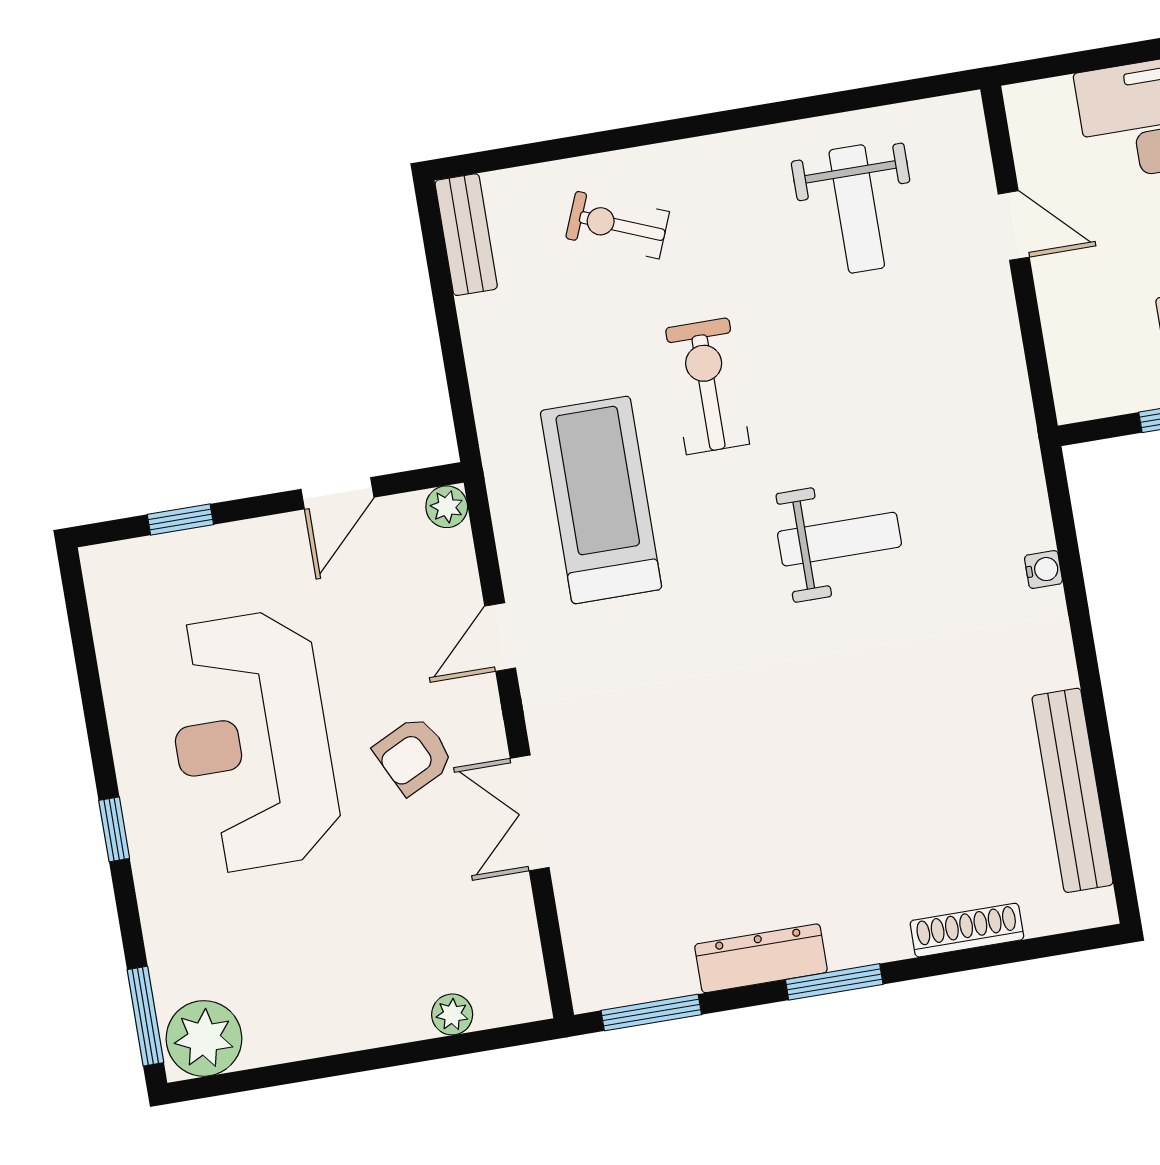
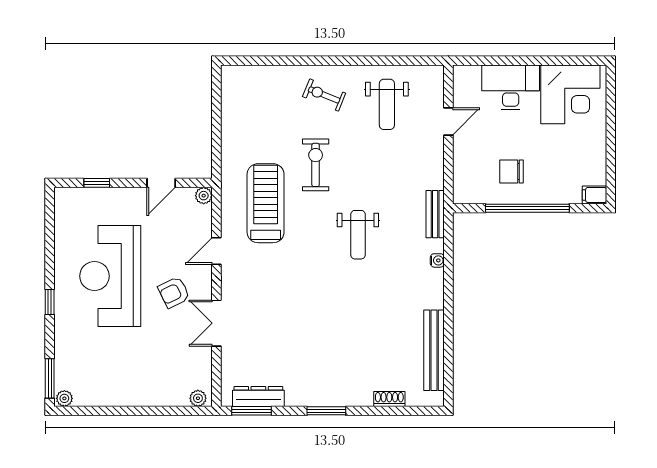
exercise bike: (617, 225) -> (324, 95), moved
door: (1014, 226) -> (448, 121), hinge flipped
bench: (466, 235) -> (435, 214), moved
weight bench: (839, 539) -> (358, 235), turned 90
shoe rack: (967, 930) -> (389, 399), width x0.70
dresser: (761, 958) -> (258, 396), moved
plant: (452, 1014) -> (198, 398), moved
plant: (204, 1038) -> (64, 398), width x0.53, depth x0.53

